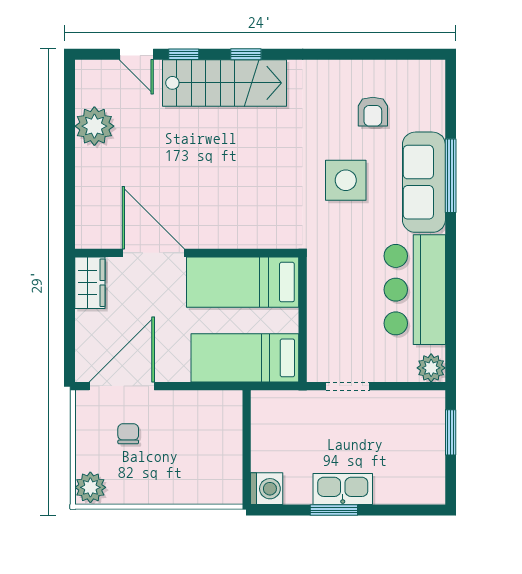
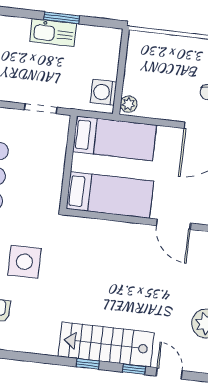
door: (153, 253) -> (174, 224), width x0.73
plant: (232, 406) -> (129, 104), added
washing machine: (267, 489) -> (104, 92), moved

